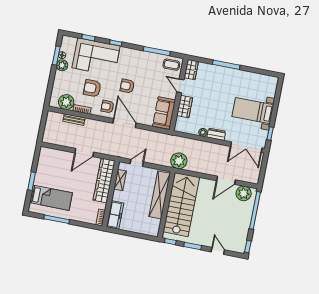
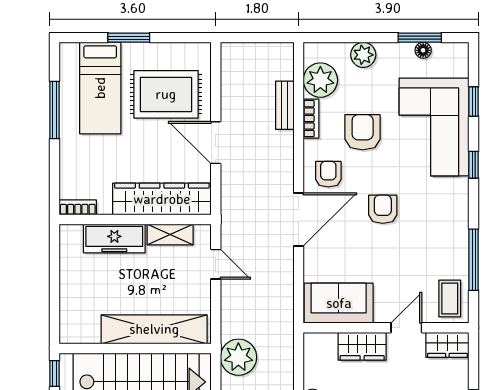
plant: (62, 65) -> (363, 55), moved
rug: (59, 170) -> (166, 94), added
freezer: (115, 215) -> (114, 238), moved

